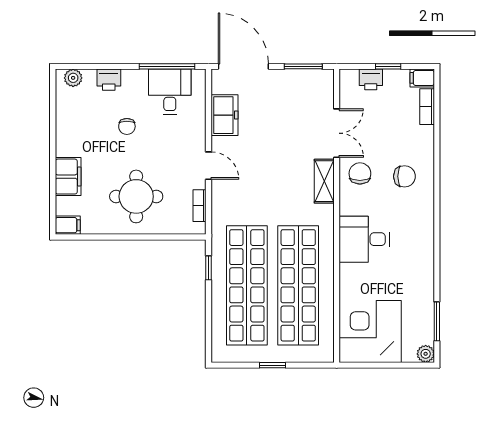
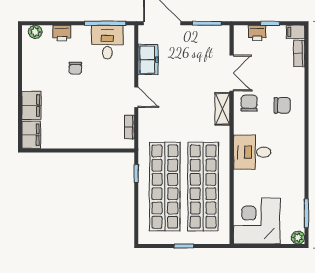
round table: (136, 196) -> (82, 120), removed
filing cabinet: (68, 225) -> (31, 135), width x2.00

